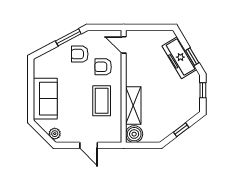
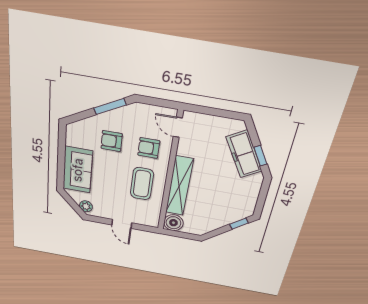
armchair: (80, 54) -> (112, 141), moved
window: (203, 90) -> (263, 194), removed
shelving: (133, 106) -> (179, 186), width x1.47
window: (181, 130) -> (239, 224), moved

